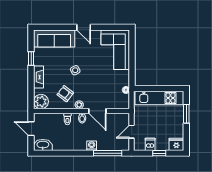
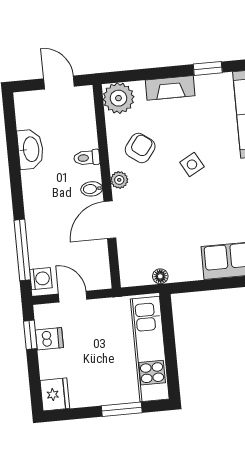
door: (31, 129) -> (59, 82), hinge flipped
washbasin: (43, 145) -> (30, 149), moved
washing machine: (92, 146) -> (41, 279), moved
window: (159, 153) -> (30, 335), moved

